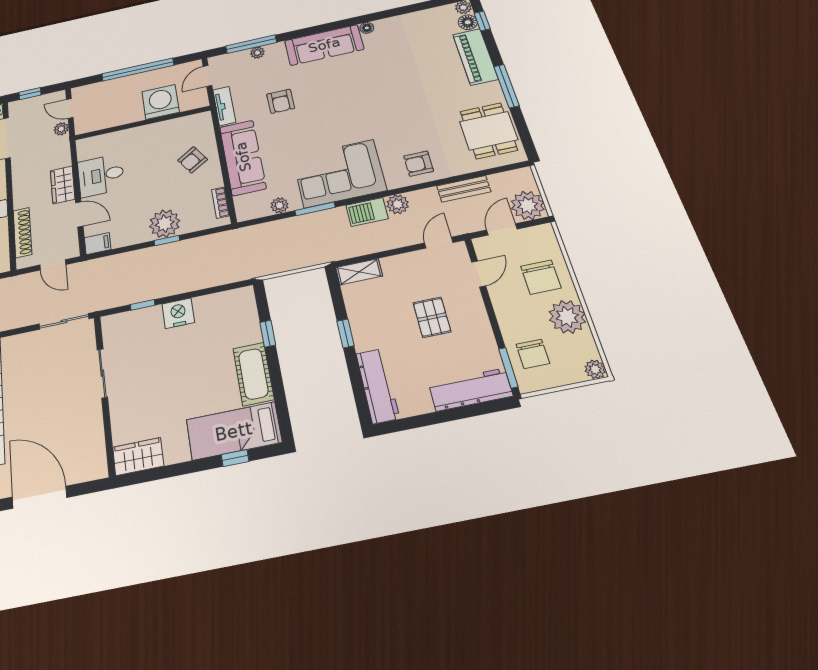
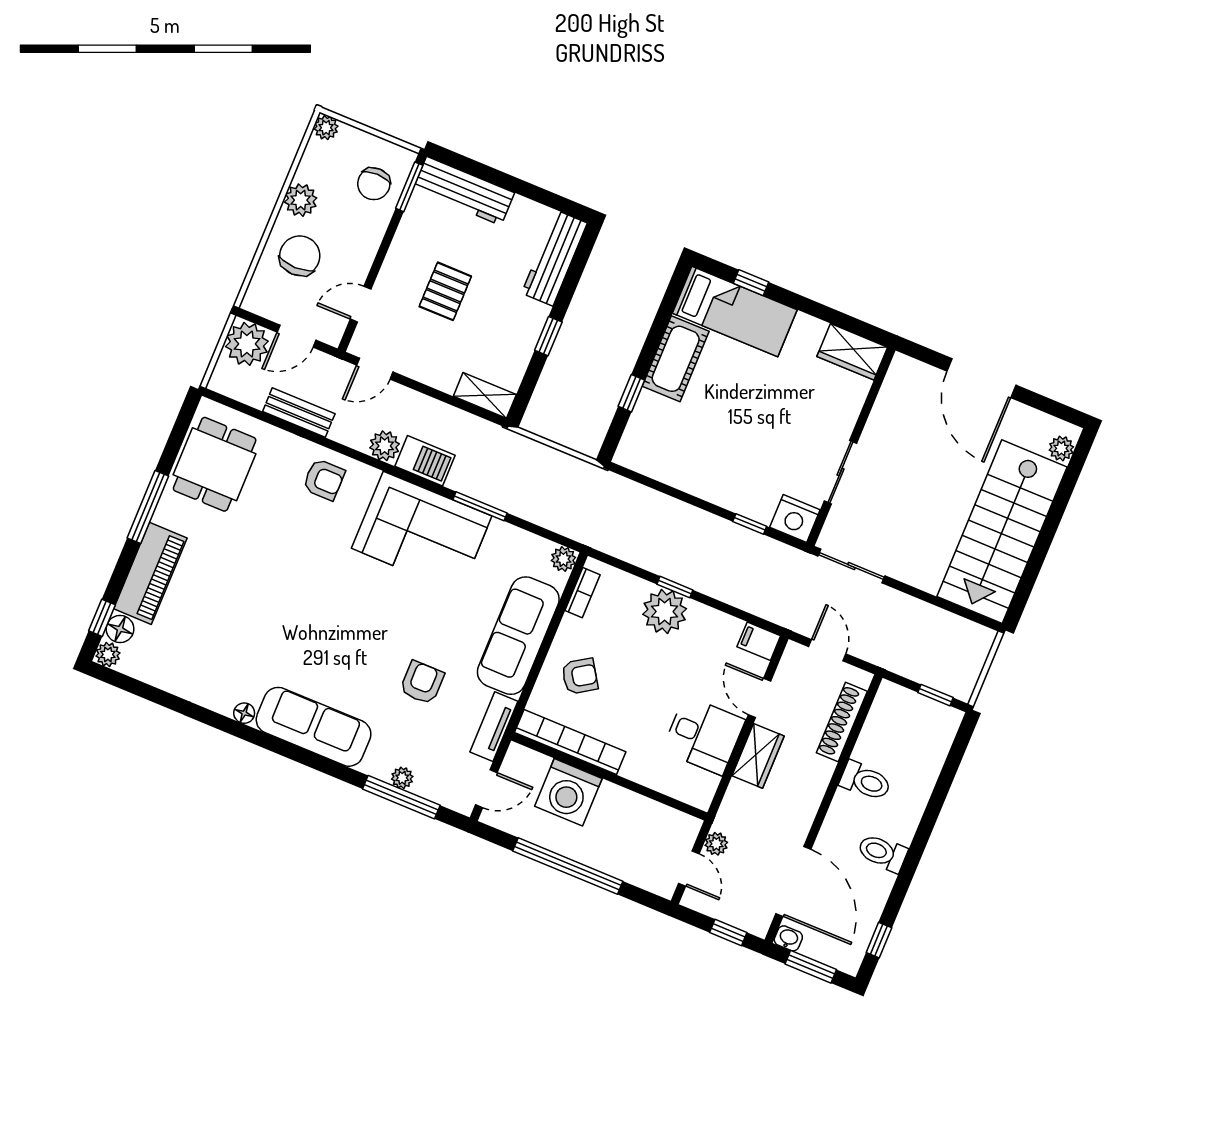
bookcase: (176, 125) -> (570, 742), added
plant: (280, 205) -> (563, 559), moved
nightstand: (178, 313) -> (795, 519), moved
plant: (567, 317) -> (301, 200), width x0.73, depth x0.73
chair: (533, 354) -> (374, 184), turned 180

